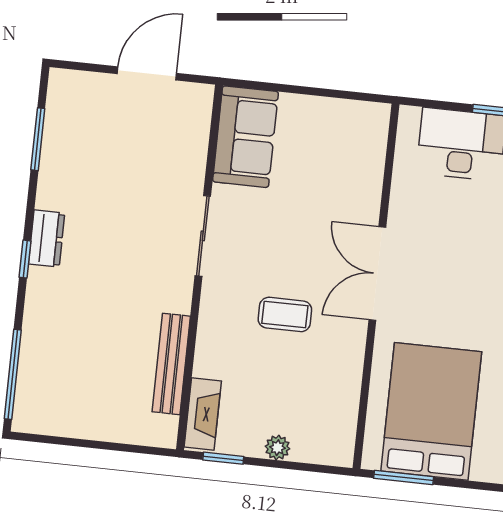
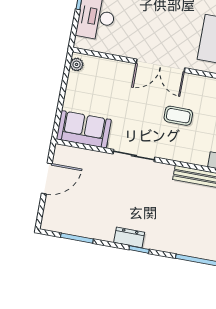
door: (147, 73) -> (47, 178), swing flipped
plant: (368, 114) -> (77, 64), added
coffee table: (285, 314) -> (178, 116), turned 90

